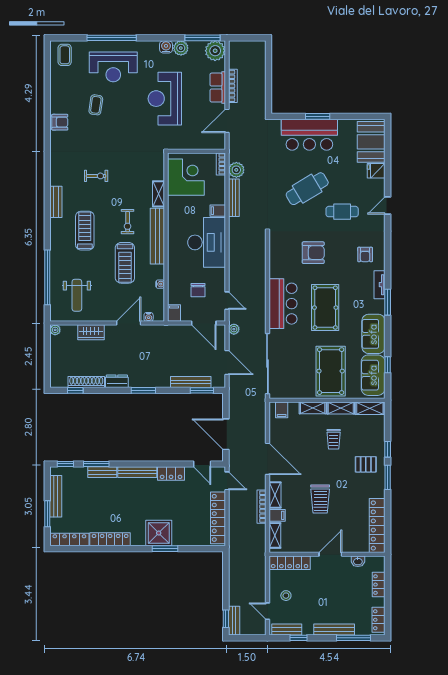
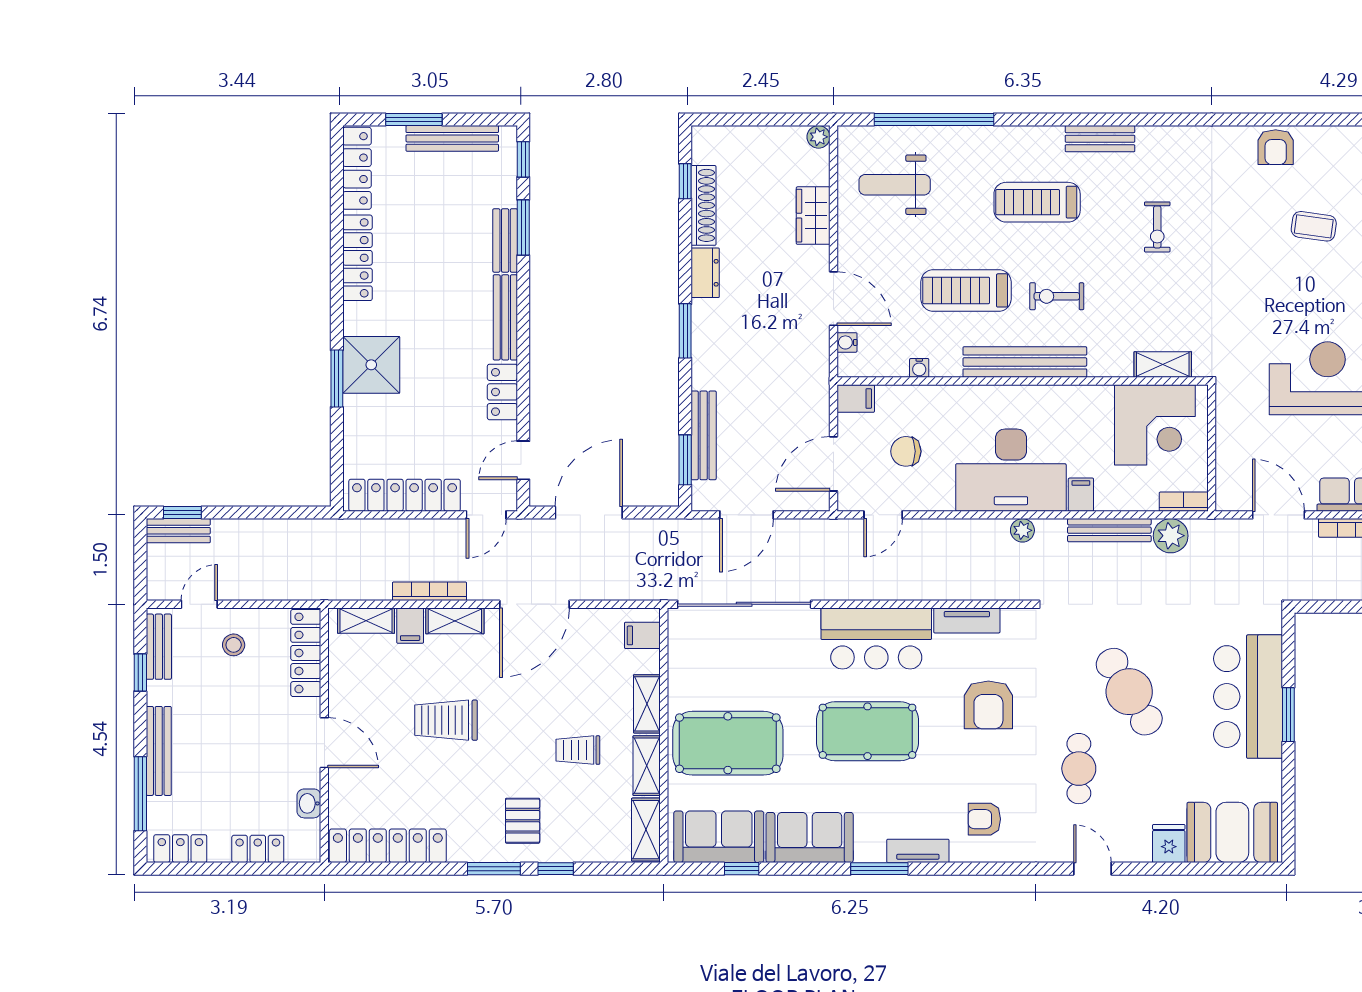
shelving: (159, 194) -> (1163, 364), moved
treadmill: (85, 231) -> (1037, 202), turned 180
tv unit: (275, 262) -> (967, 620), added
plant: (234, 329) -> (1022, 530), moved

